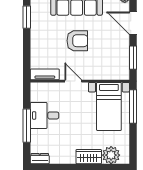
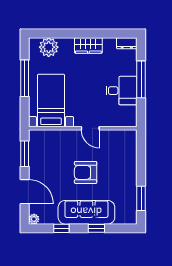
tv unit: (45, 74) -> (121, 136), removed
window: (133, 107) -> (25, 78), moved
wardrobe: (89, 157) -> (88, 45), moved

